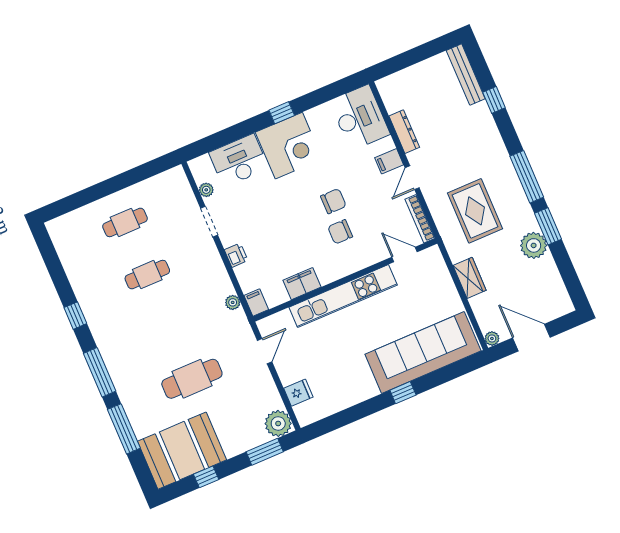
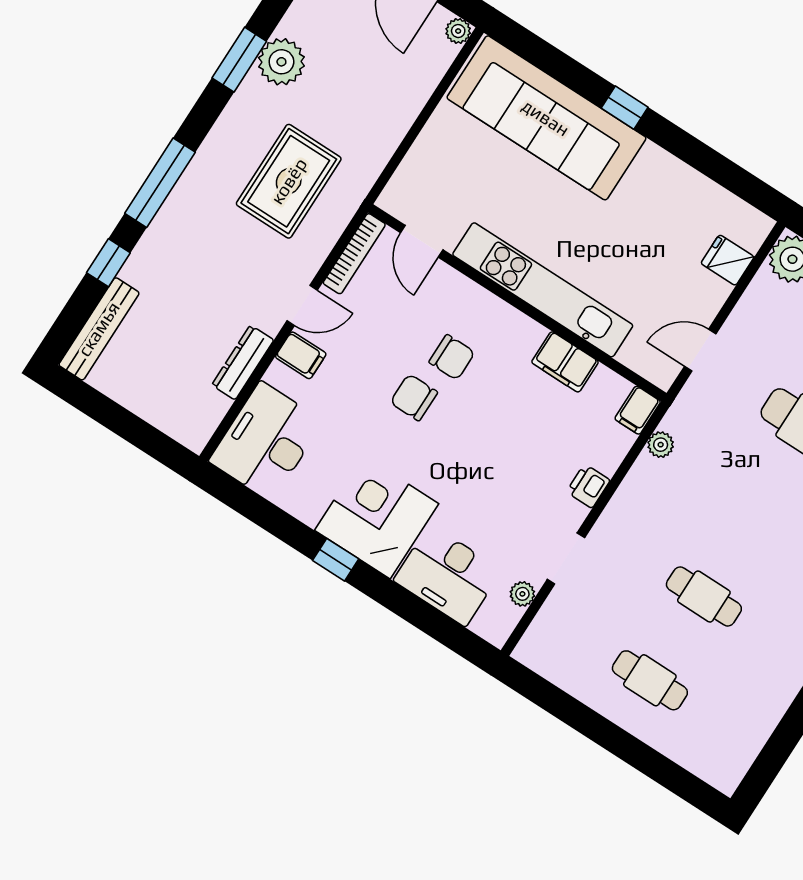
window: (527, 177) -> (160, 183), moved
wardrobe: (470, 278) -> (392, 123), removed

